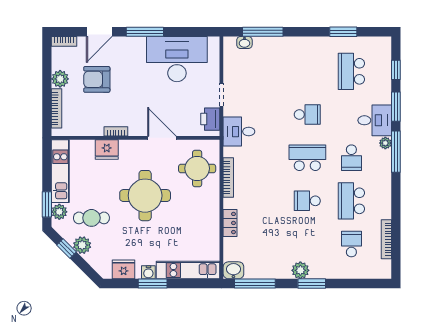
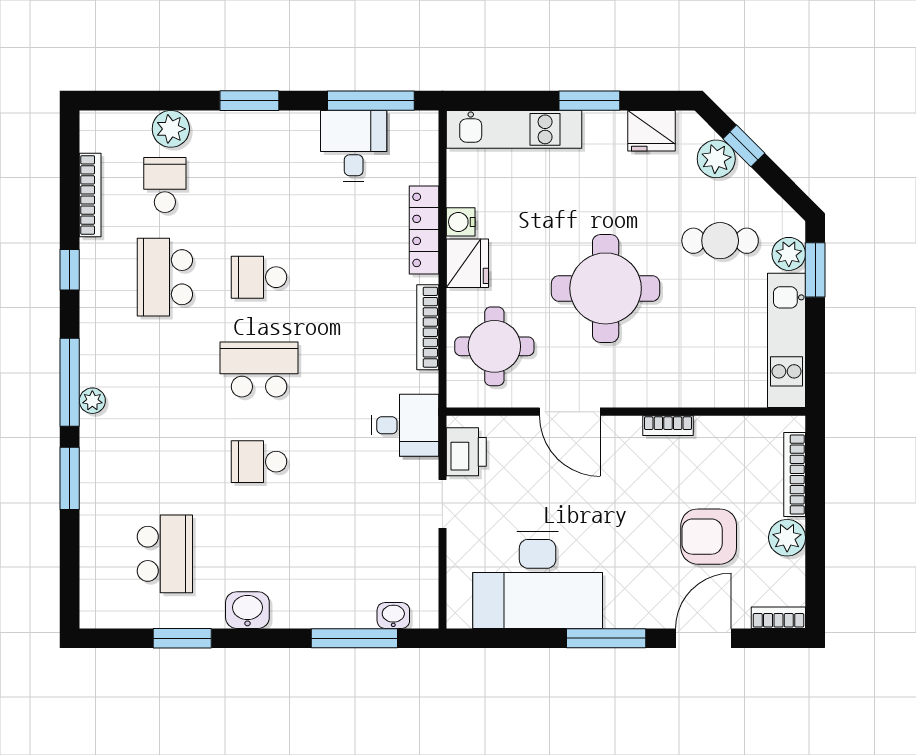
window: (396, 70) -> (70, 270), moved
armchair: (97, 79) -> (709, 537), turned 180
desk: (375, 120) -> (354, 146), moved, turned 90
fridge: (107, 150) -> (467, 263), moved, turned 90
school desk: (307, 158) -> (259, 369), turned 180
school desk: (351, 158) -> (165, 369), removed
school desk: (307, 201) -> (259, 277), turned 180
school desk: (351, 201) -> (165, 277), turned 180
locker: (230, 223) -> (424, 230), width x1.53
school desk: (351, 244) -> (165, 185), turned 180
plant: (82, 245) -> (716, 159), moved
window: (66, 248) -> (744, 146), moved
washbasin: (233, 270) -> (247, 610), moved, turned 180
plant: (300, 270) -> (171, 129), moved
water cooler: (148, 272) -> (461, 222), moved, turned -90

